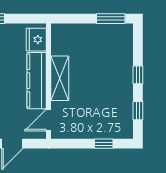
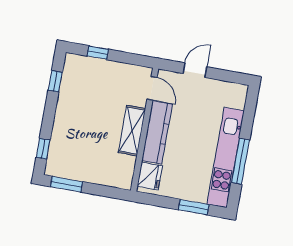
window: (138, 75) -> (43, 149), moved
door: (48, 120) -> (152, 88), hinge flipped

